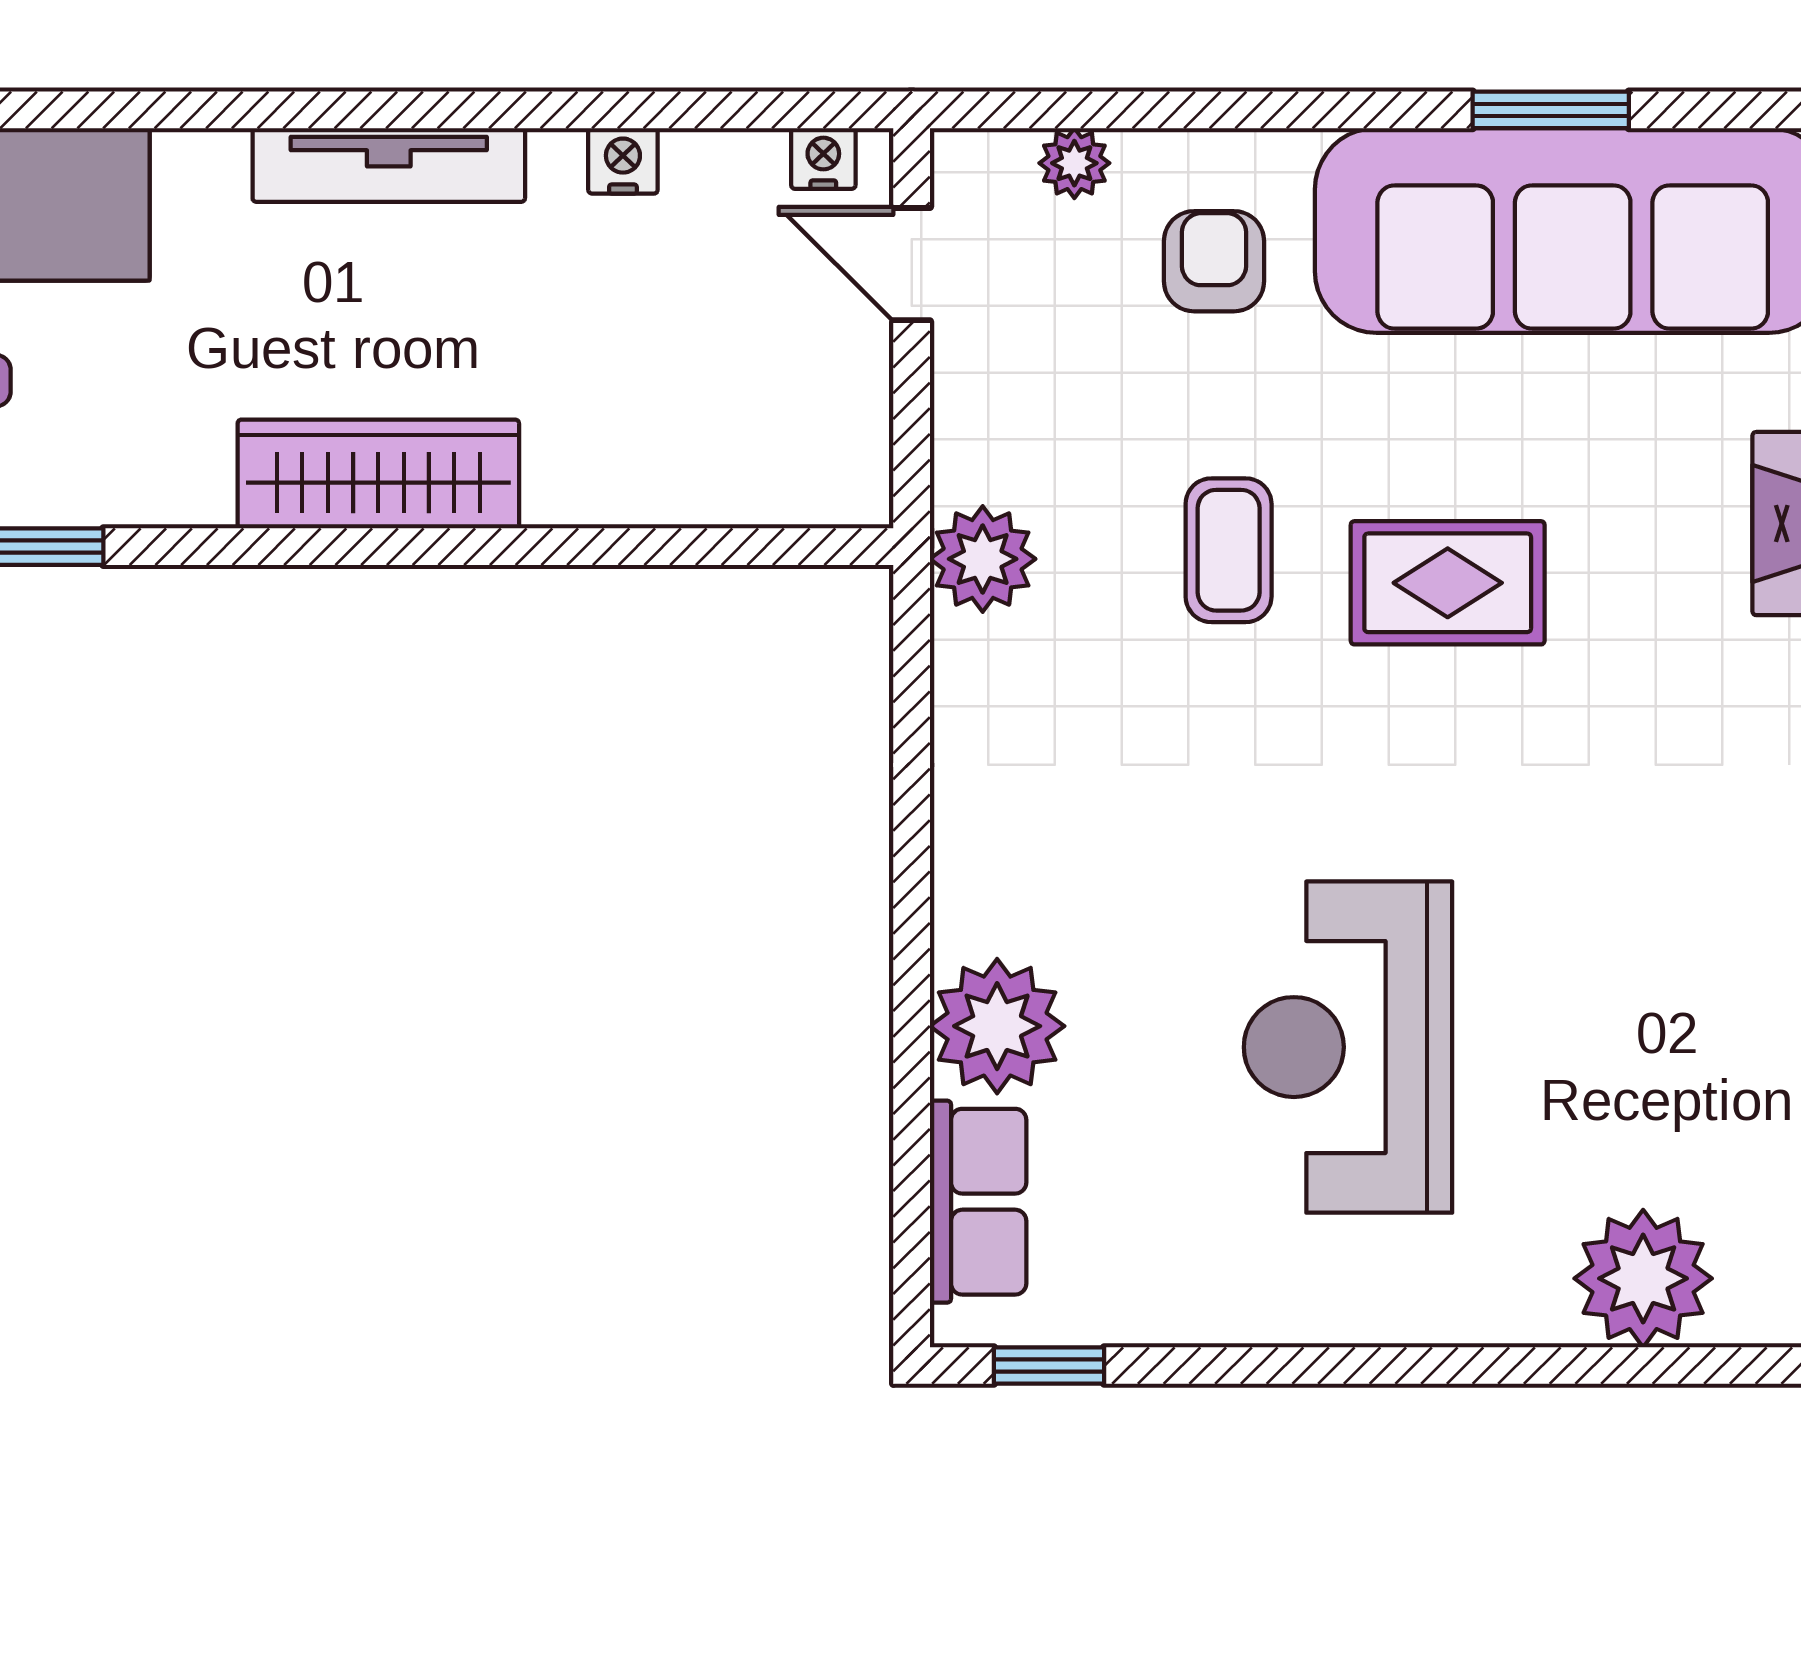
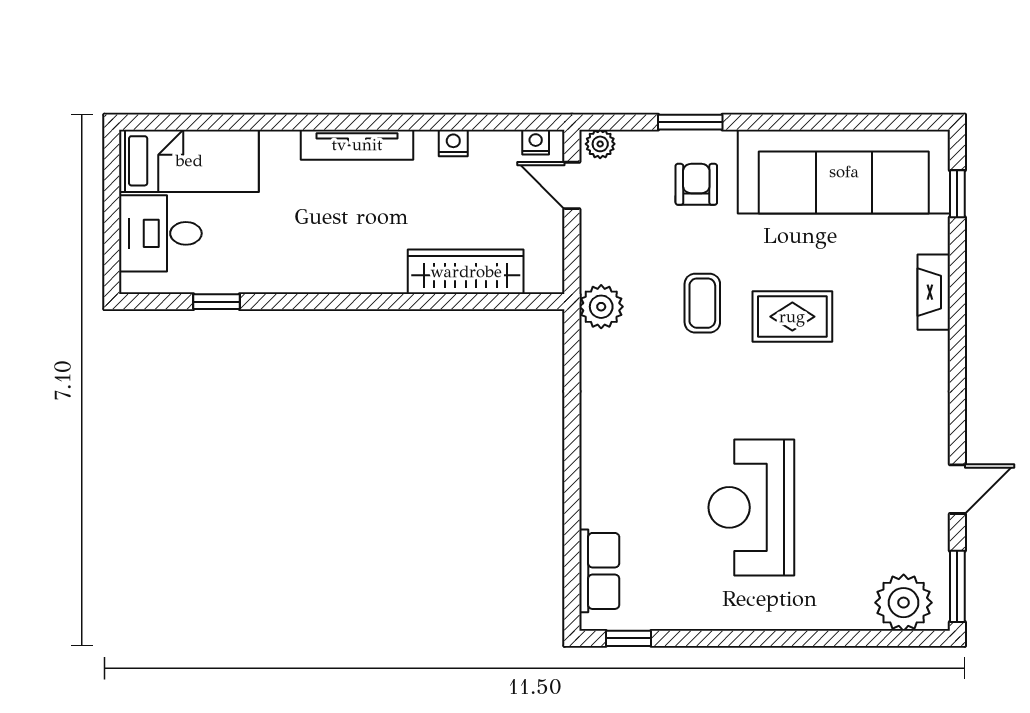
window: (1551, 110) -> (690, 122), moved
plant: (1074, 163) -> (600, 144), moved
wardrobe: (378, 474) -> (466, 272), moved
plant: (997, 1026) -> (607, 499), removed
plant: (1643, 1278) -> (904, 603), moved

